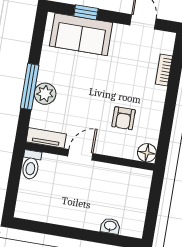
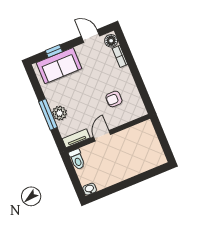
armchair: (124, 118) -> (114, 99), turned 90
floor lamp: (147, 153) -> (111, 41), moved
washbasin: (110, 226) -> (90, 189), moved

